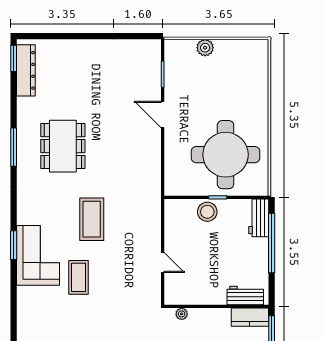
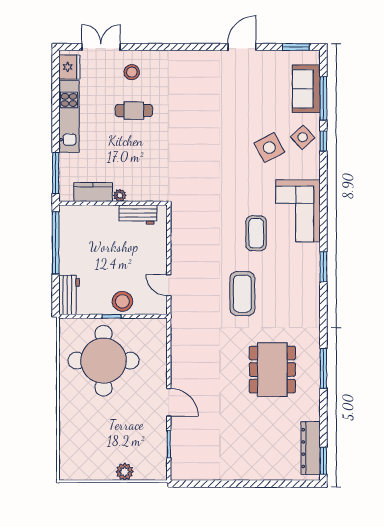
window: (272, 243) -> (56, 243), moved
corner sofa: (38, 255) -> (298, 211), moved
door: (163, 262) -> (169, 285), moved
workbench: (245, 295) -> (138, 215), moved
plant: (182, 314) -> (120, 195), moved
kitchen counter: (250, 317) -> (93, 192), moved

